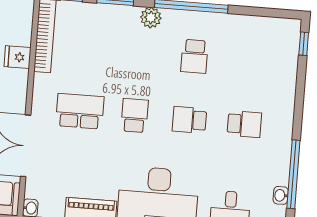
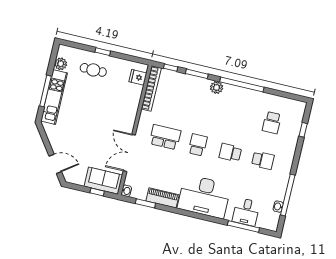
window: (304, 44) -> (303, 130), moved
school desk: (194, 56) -> (272, 123), moved
fridge: (17, 57) -> (138, 77), moved

